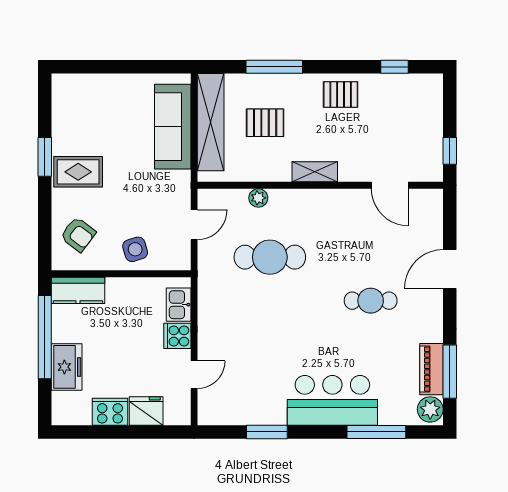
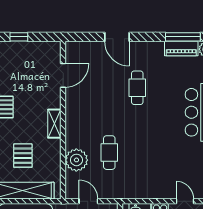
window: (450, 151) -> (19, 37), moved
plant: (258, 198) -> (76, 160), width x1.88, depth x1.88
cafe table: (270, 257) -> (109, 153), width x0.73, depth x0.74

